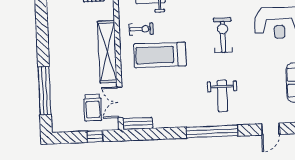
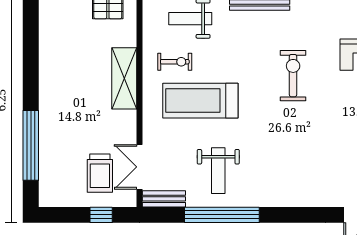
shelving: (107, 52) -> (124, 78), width x0.68
weight bench: (222, 96) -> (218, 171), moved
window: (212, 131) -> (222, 215), moved

